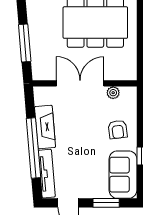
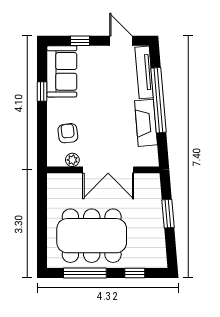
window: (25, 43) -> (168, 214), width x0.69
armchair: (118, 129) -> (68, 133), moved
window: (106, 203) -> (80, 41), width x0.67

